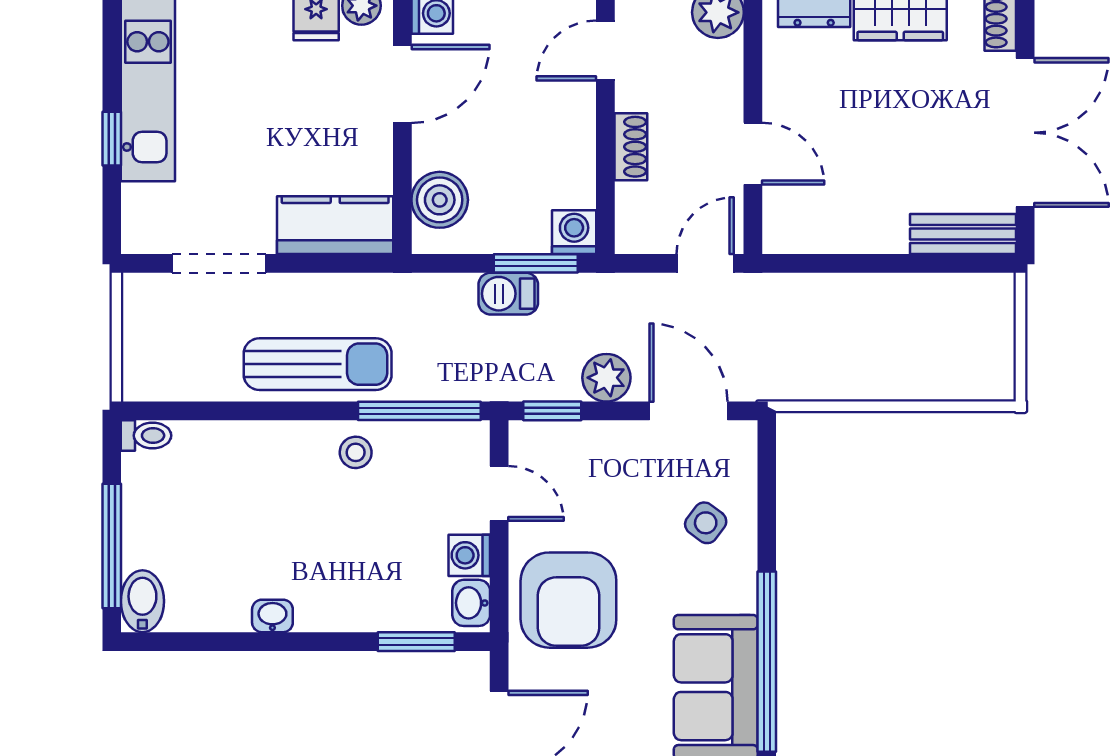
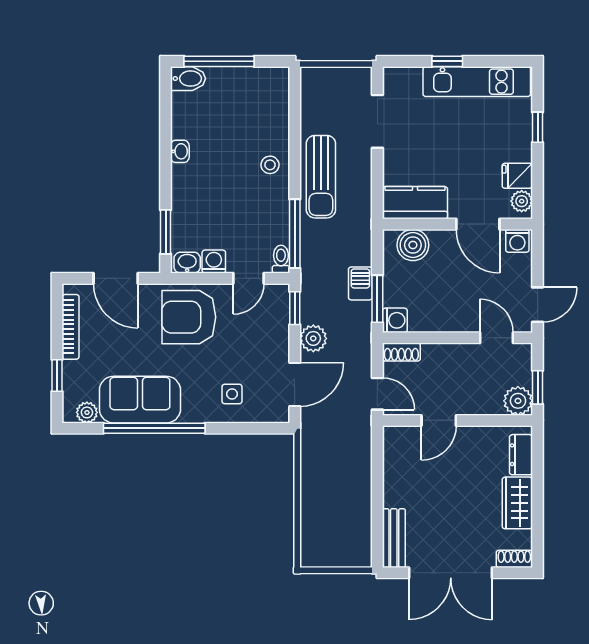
shoe rack: (631, 147) -> (401, 352), moved
kitchen counter: (335, 225) -> (415, 203), moved, turned -90
toilet: (146, 436) -> (281, 259), moved, turned 180
stool: (356, 452) -> (270, 165), moved
side table: (706, 523) -> (232, 394), turned -37

